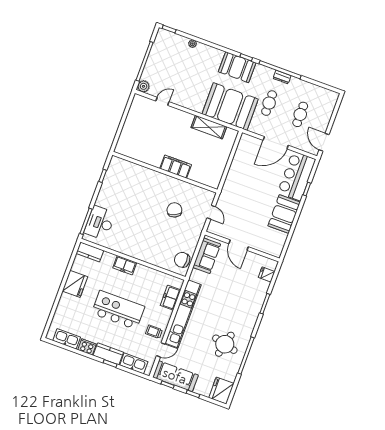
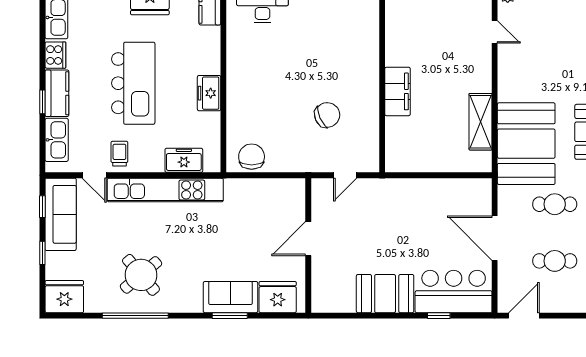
sofa: (207, 256) -> (230, 297), moved, turned 180
freezer: (125, 265) -> (209, 93), moved
fridge: (267, 274) -> (278, 297), width x1.88, depth x1.34
round table: (225, 344) -> (141, 275), turned 36

